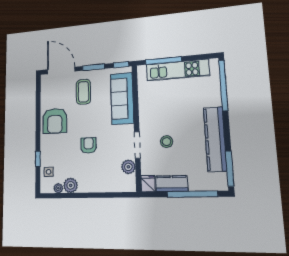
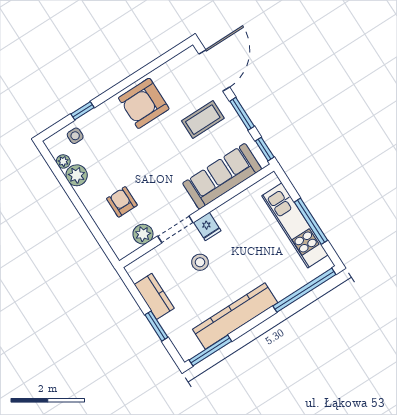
window: (163, 61) -> (311, 221), moved
armchair: (88, 145) -> (122, 202), moved, turned -90
fridge: (148, 184) -> (207, 227), moved, turned 90
window: (192, 194) -> (156, 326), width x0.47

